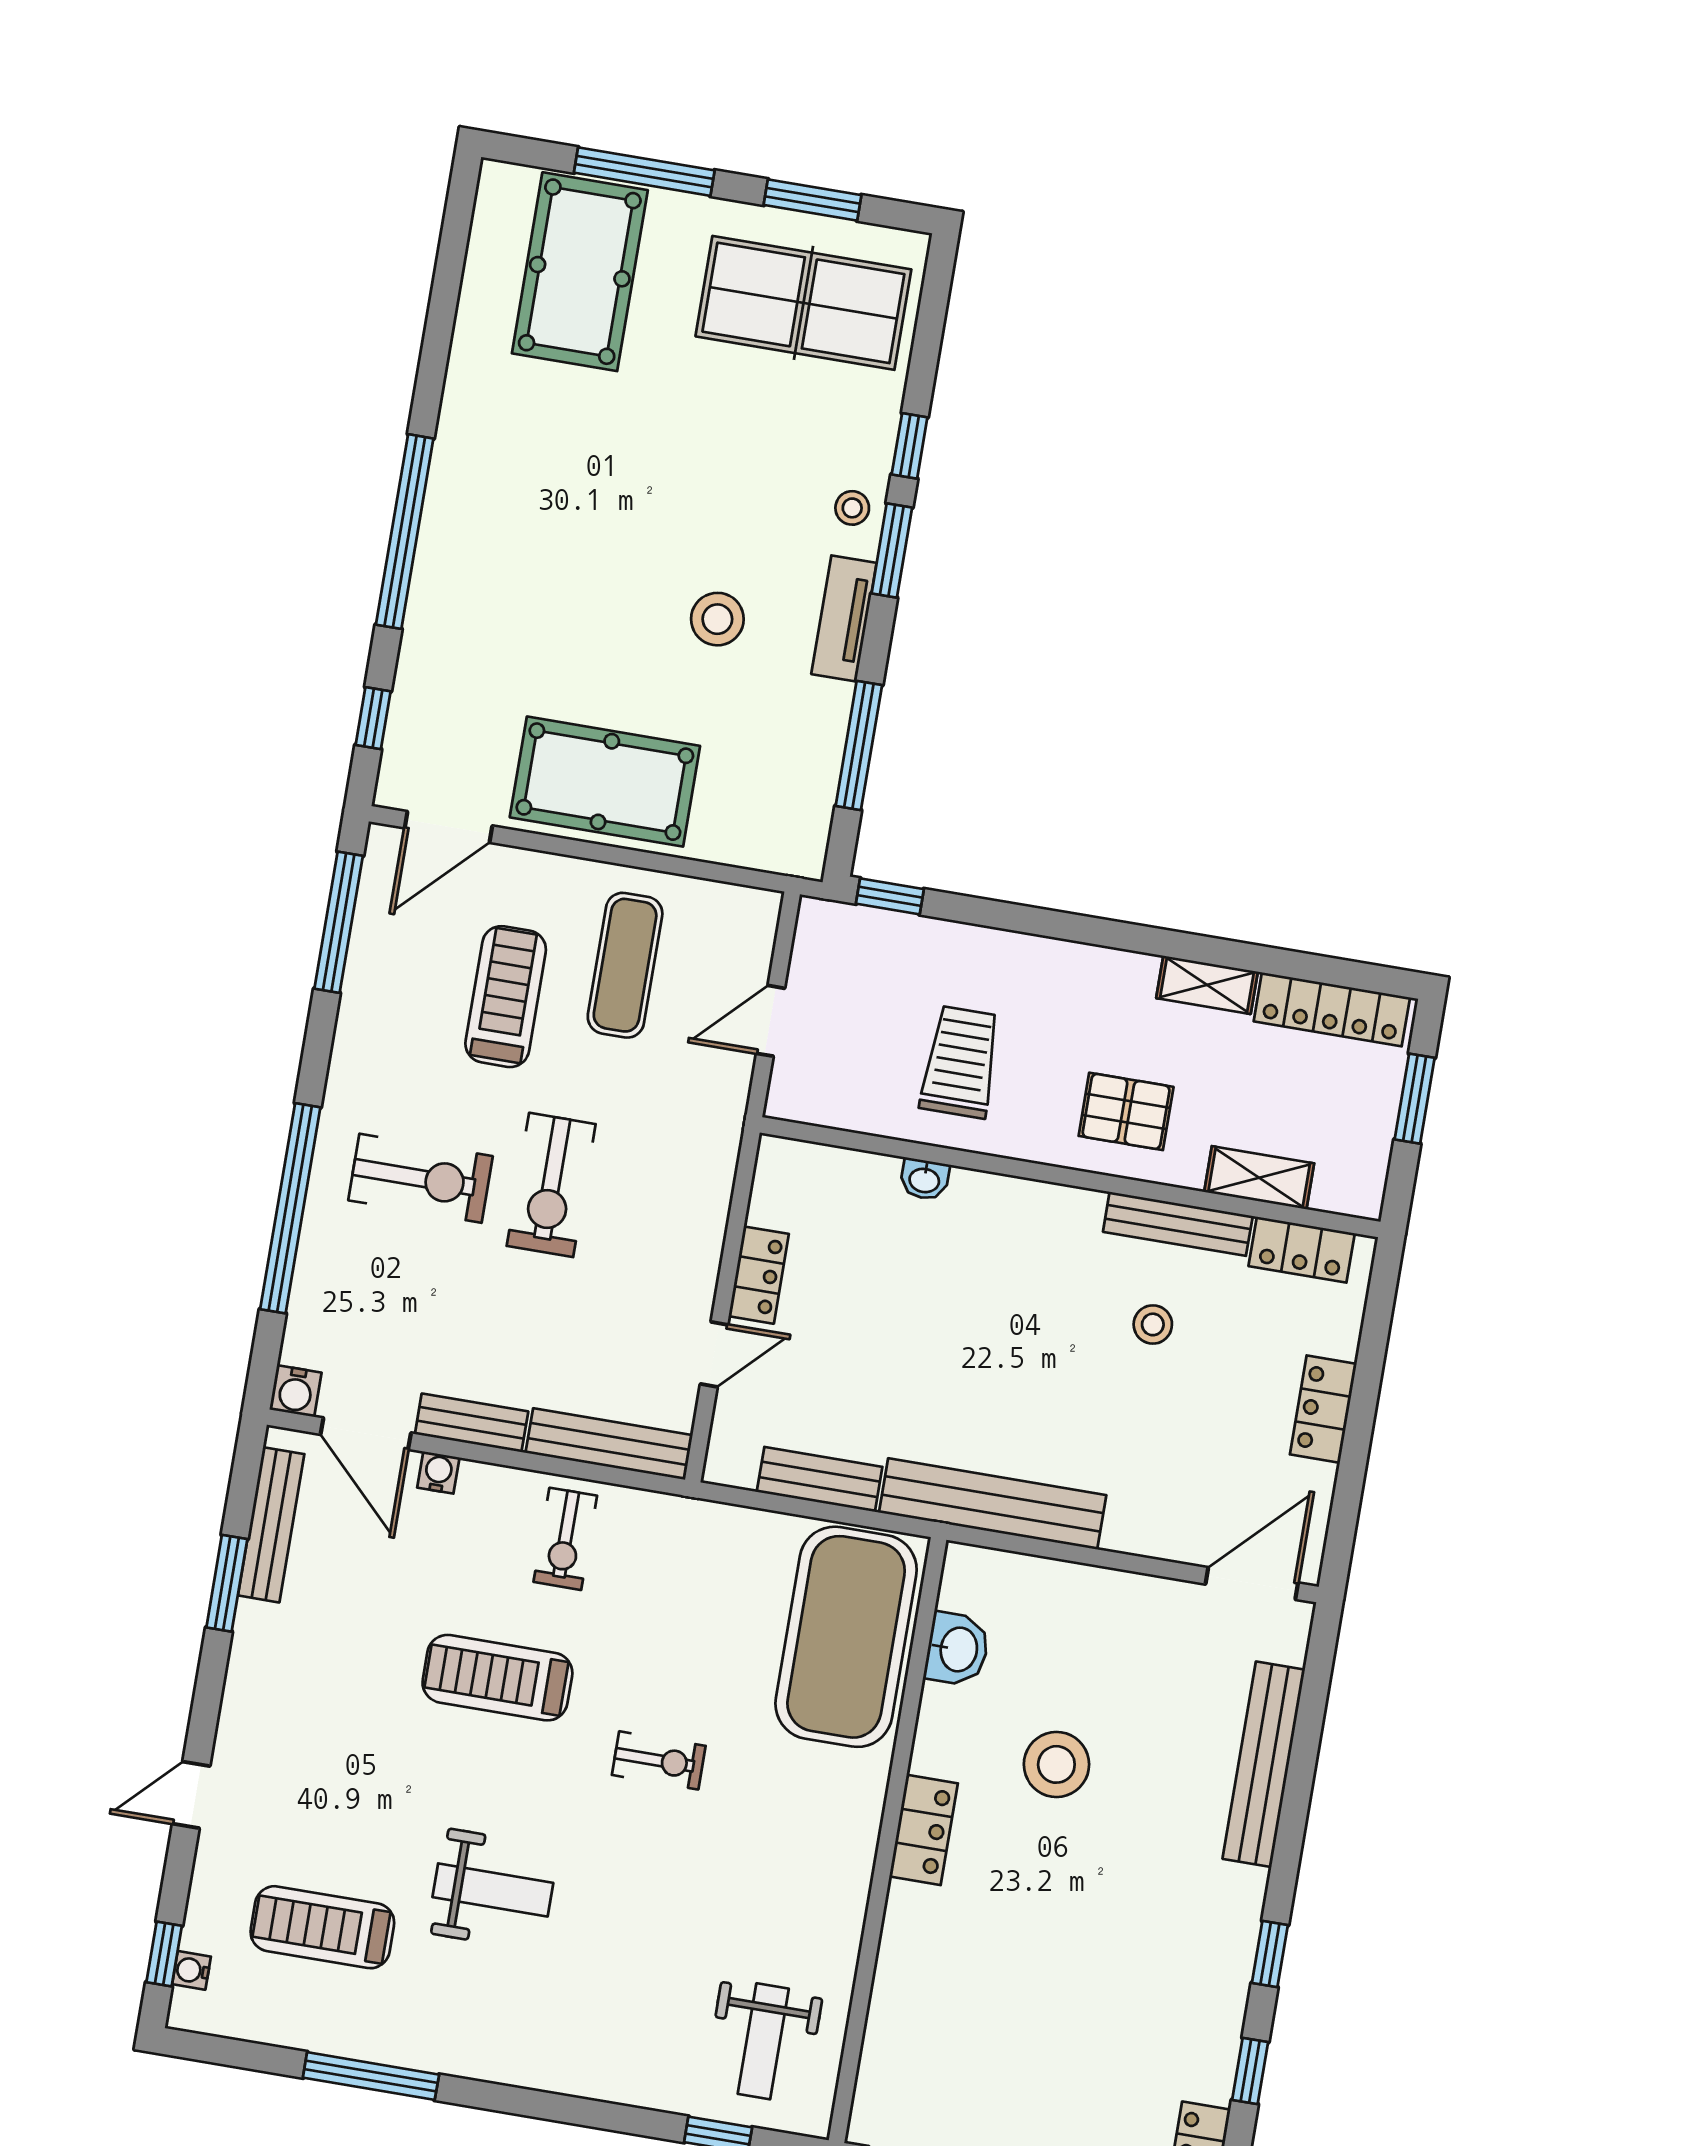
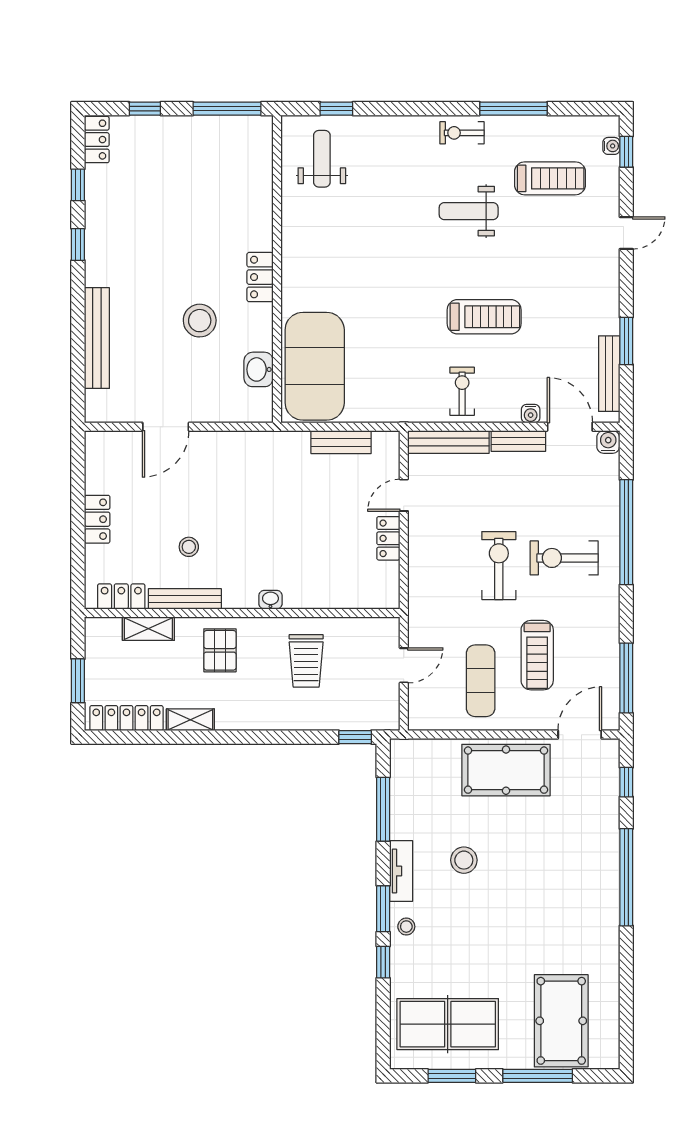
pallet: (1126, 1111) -> (220, 650), turned 90
washbasin: (924, 1179) -> (270, 600), moved
bench: (993, 1504) -> (253, 444), removed
door: (1252, 1583) -> (166, 427), moved
exercise bike: (659, 1760) -> (462, 133), moved

